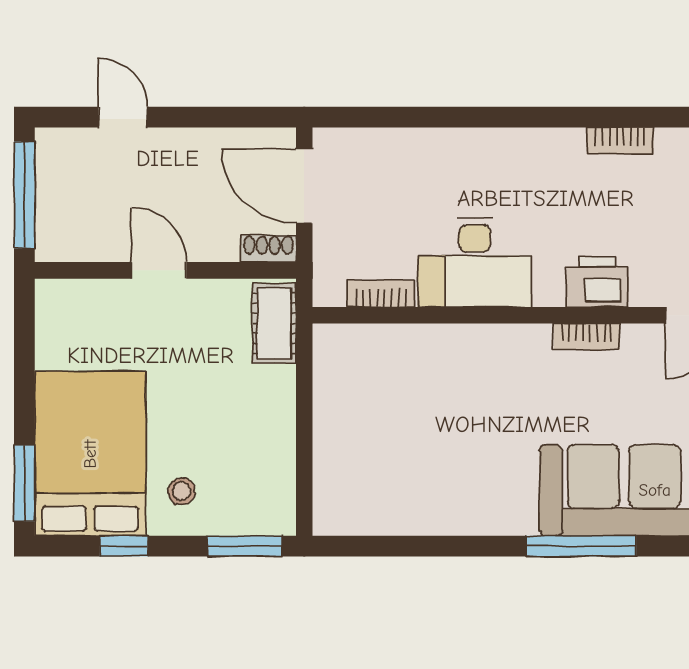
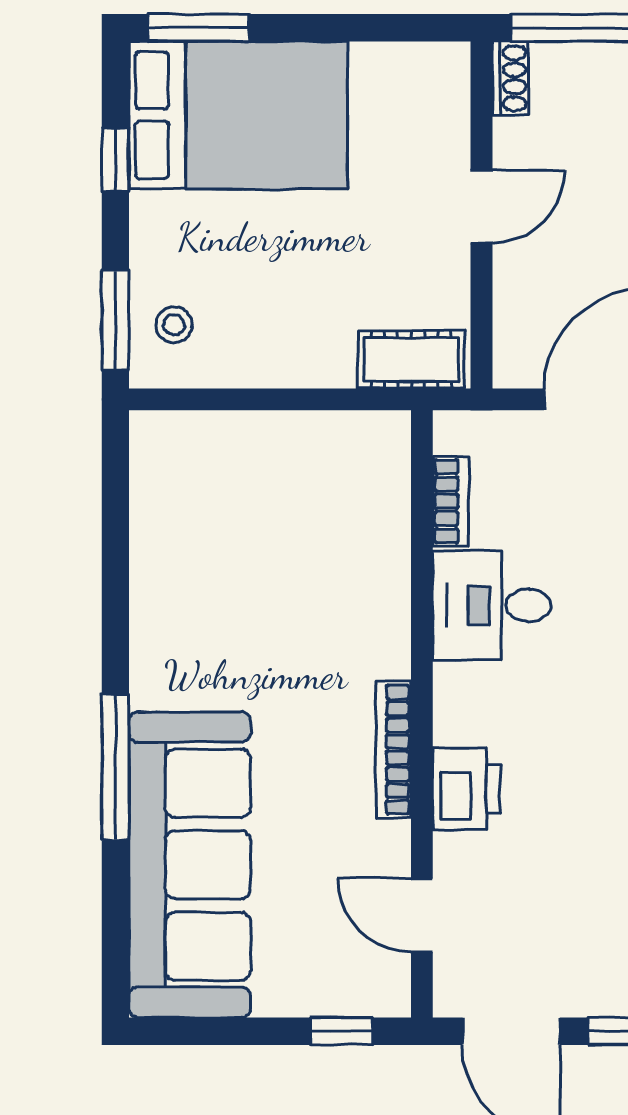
shoe rack: (268, 249) -> (510, 78), moved
desk: (475, 263) -> (492, 605), width x0.73
bookcase: (587, 337) -> (393, 750), width x1.56
stool: (182, 491) -> (174, 325), moved

